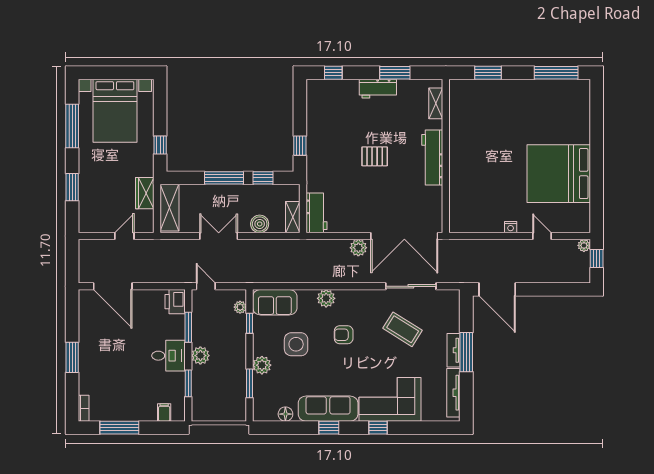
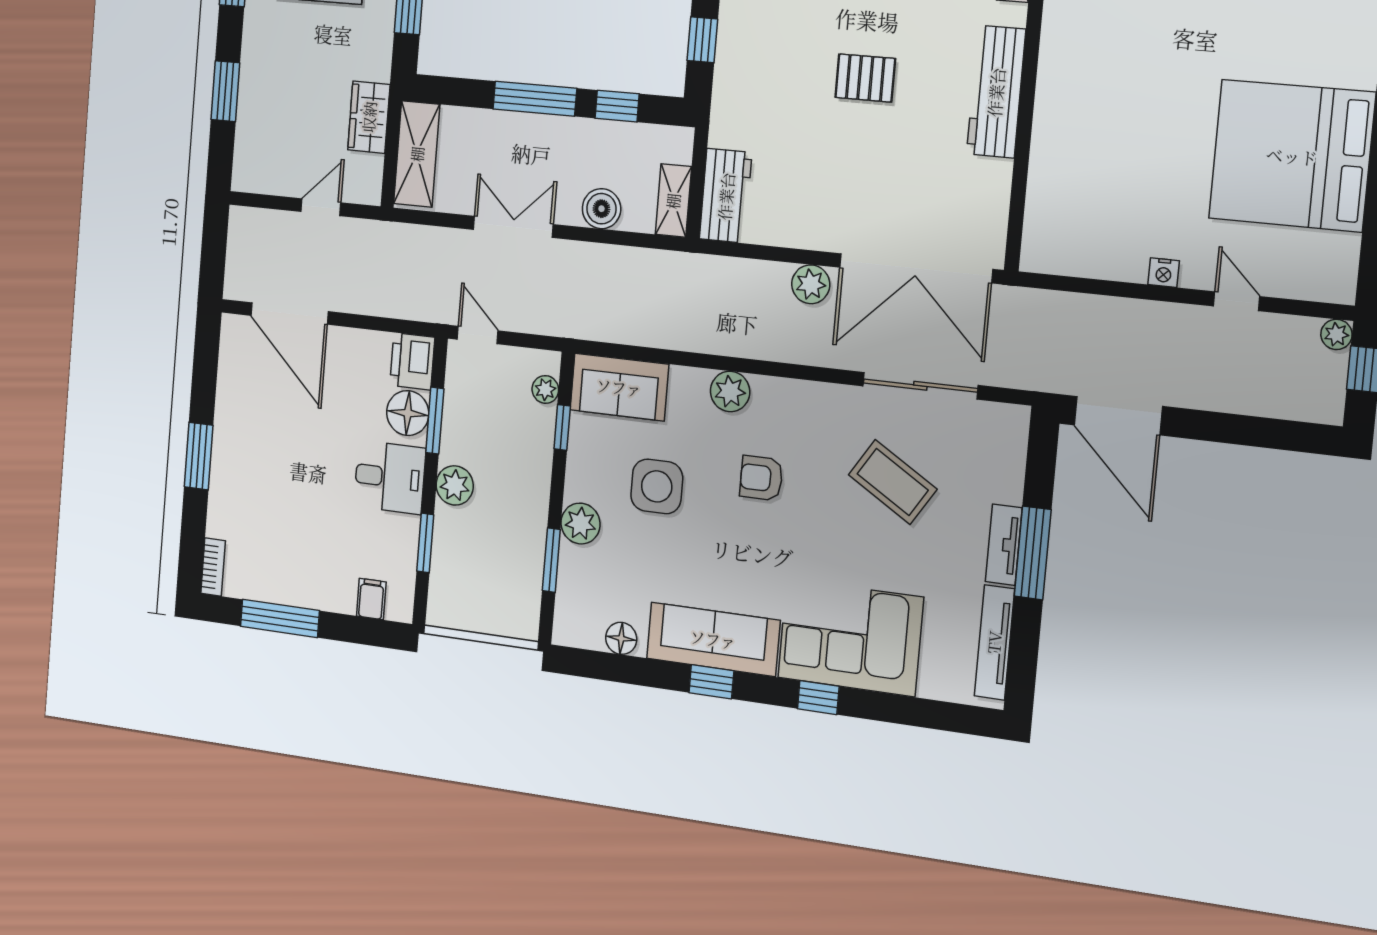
floor lamp: (175, 325) -> (408, 413), added

